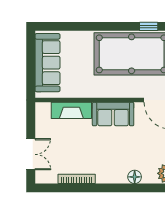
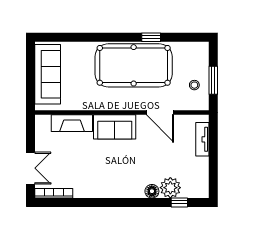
floor lamp: (135, 177) -> (152, 191), moved
bookcase: (77, 179) -> (54, 193), moved

